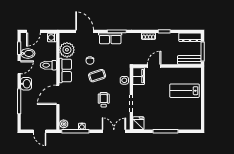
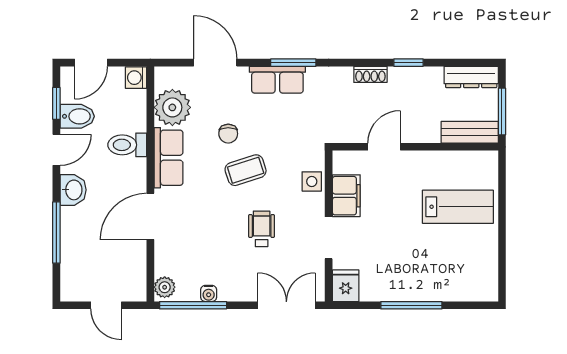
filing cabinet: (139, 76) -> (346, 196), moved
lab bench: (185, 91) -> (458, 207), turned 180

